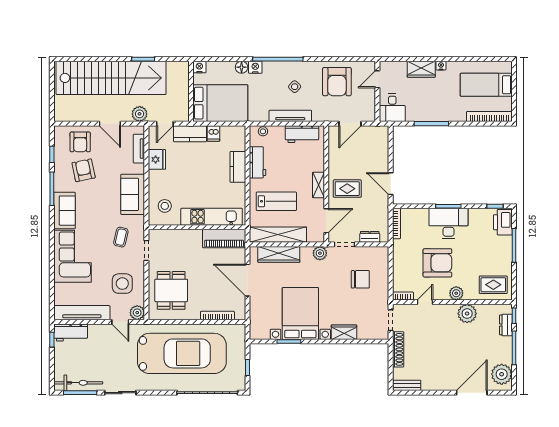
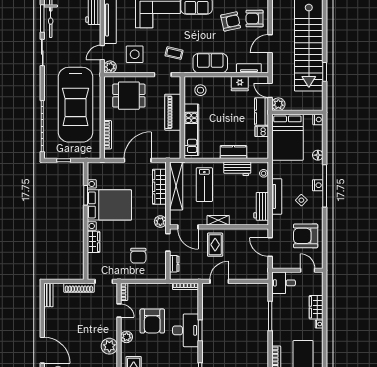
nightstand: (255, 67) -> (318, 185), moved
plant: (140, 114) -> (278, 104), moved
piano: (224, 239) -> (173, 112), moved

